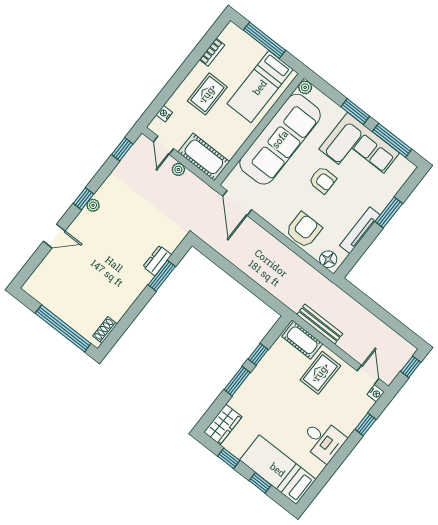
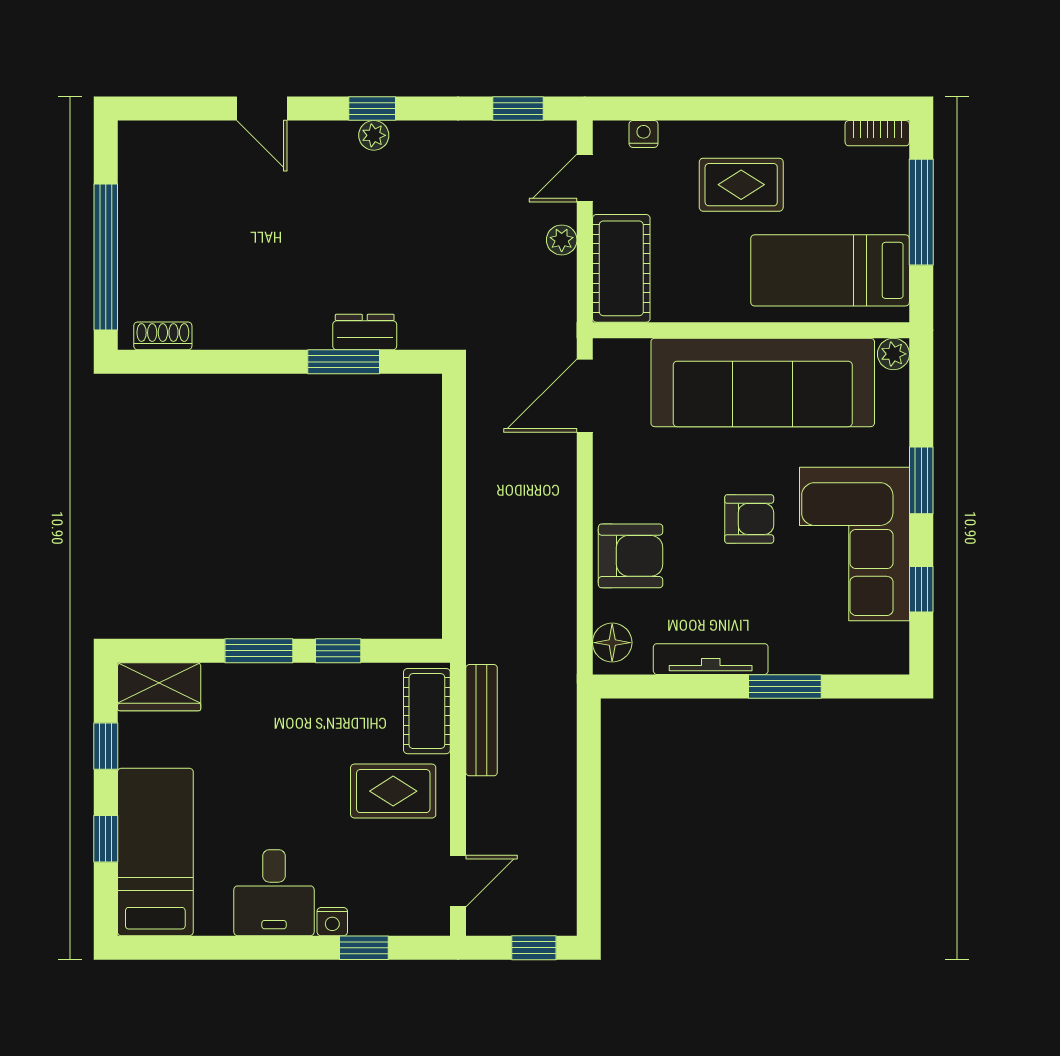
bookcase: (212, 52) -> (877, 133), moved
window: (392, 140) -> (921, 589), width x0.46
armchair: (323, 180) -> (749, 519), turned -90
nightstand: (376, 393) -> (332, 922), moved

